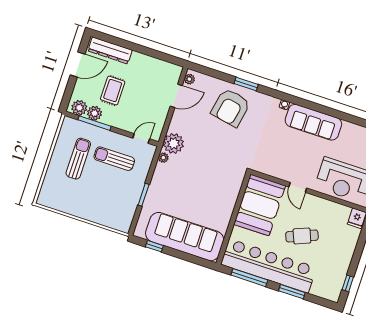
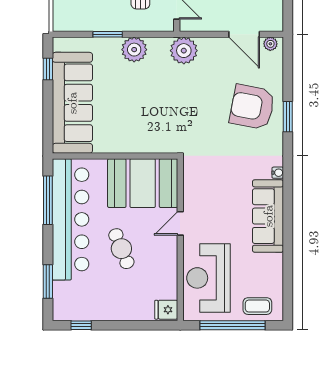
plant: (163, 158) -> (134, 50), moved, width x1.88, depth x1.88
window: (292, 292) -> (48, 282), moved

